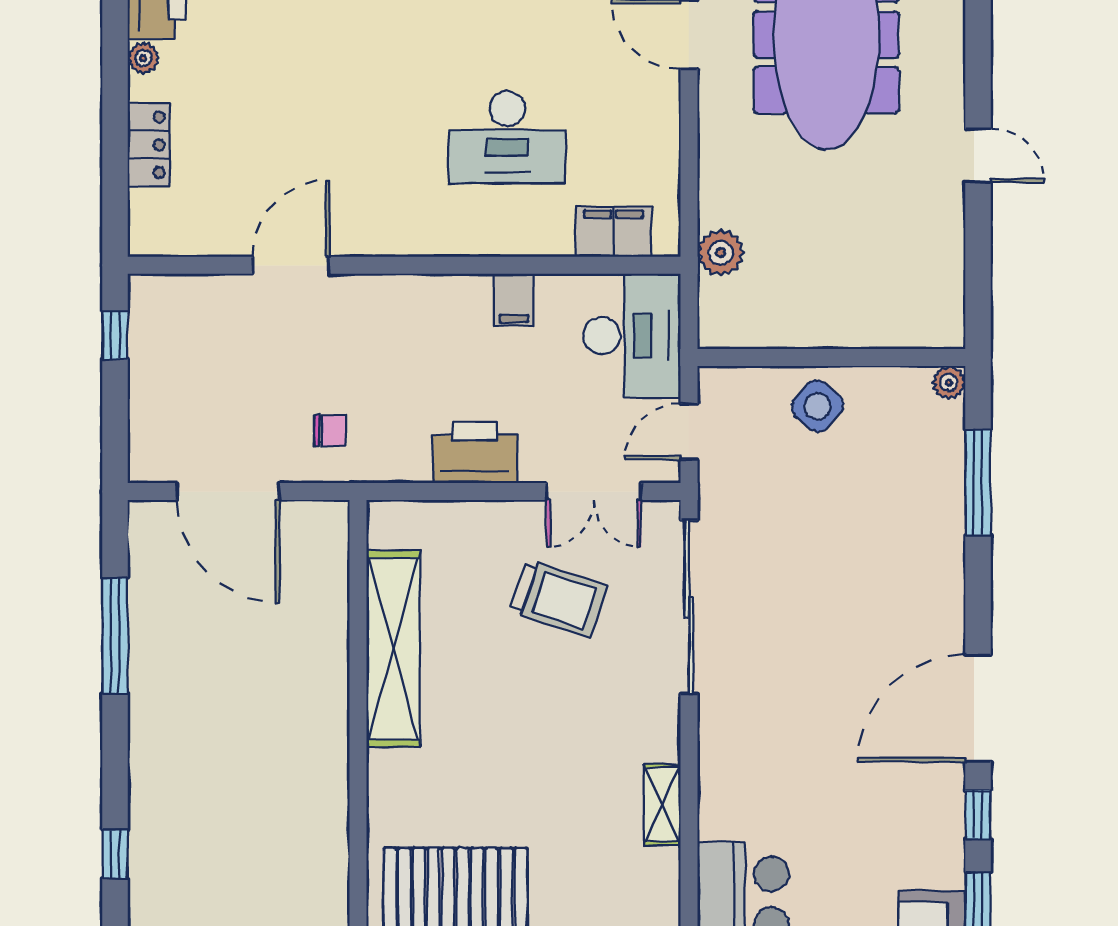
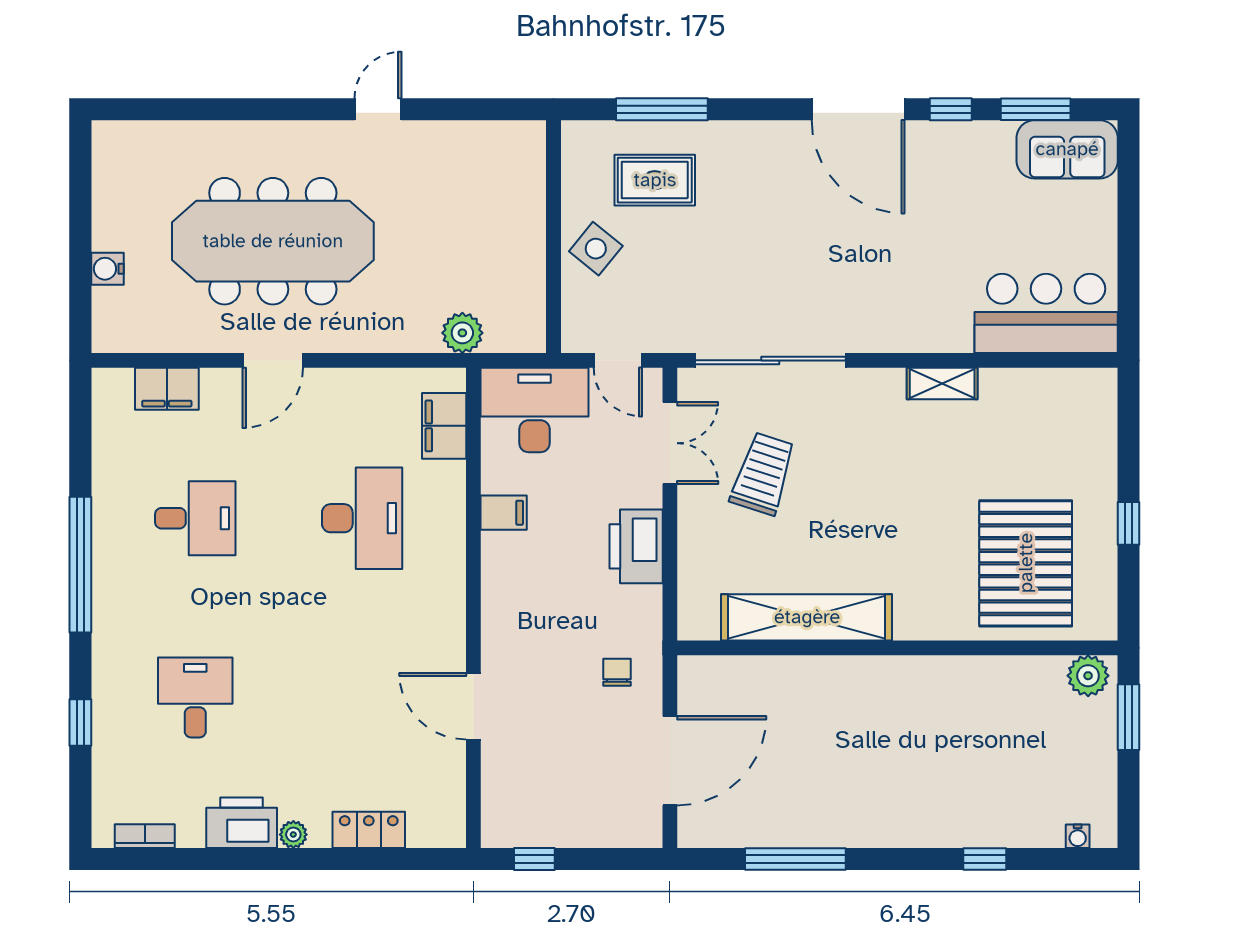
plant: (949, 382) -> (575, 135), removed
rug: (896, 474) -> (655, 180), added

